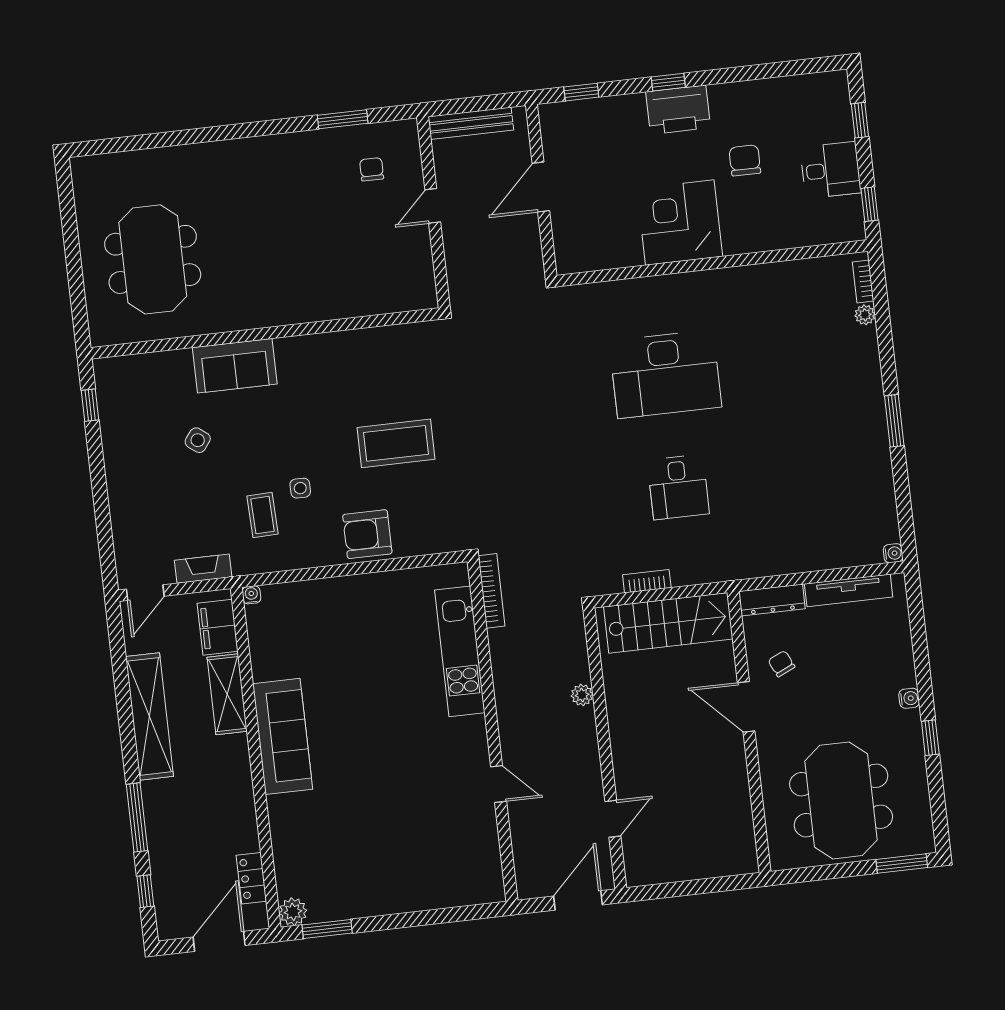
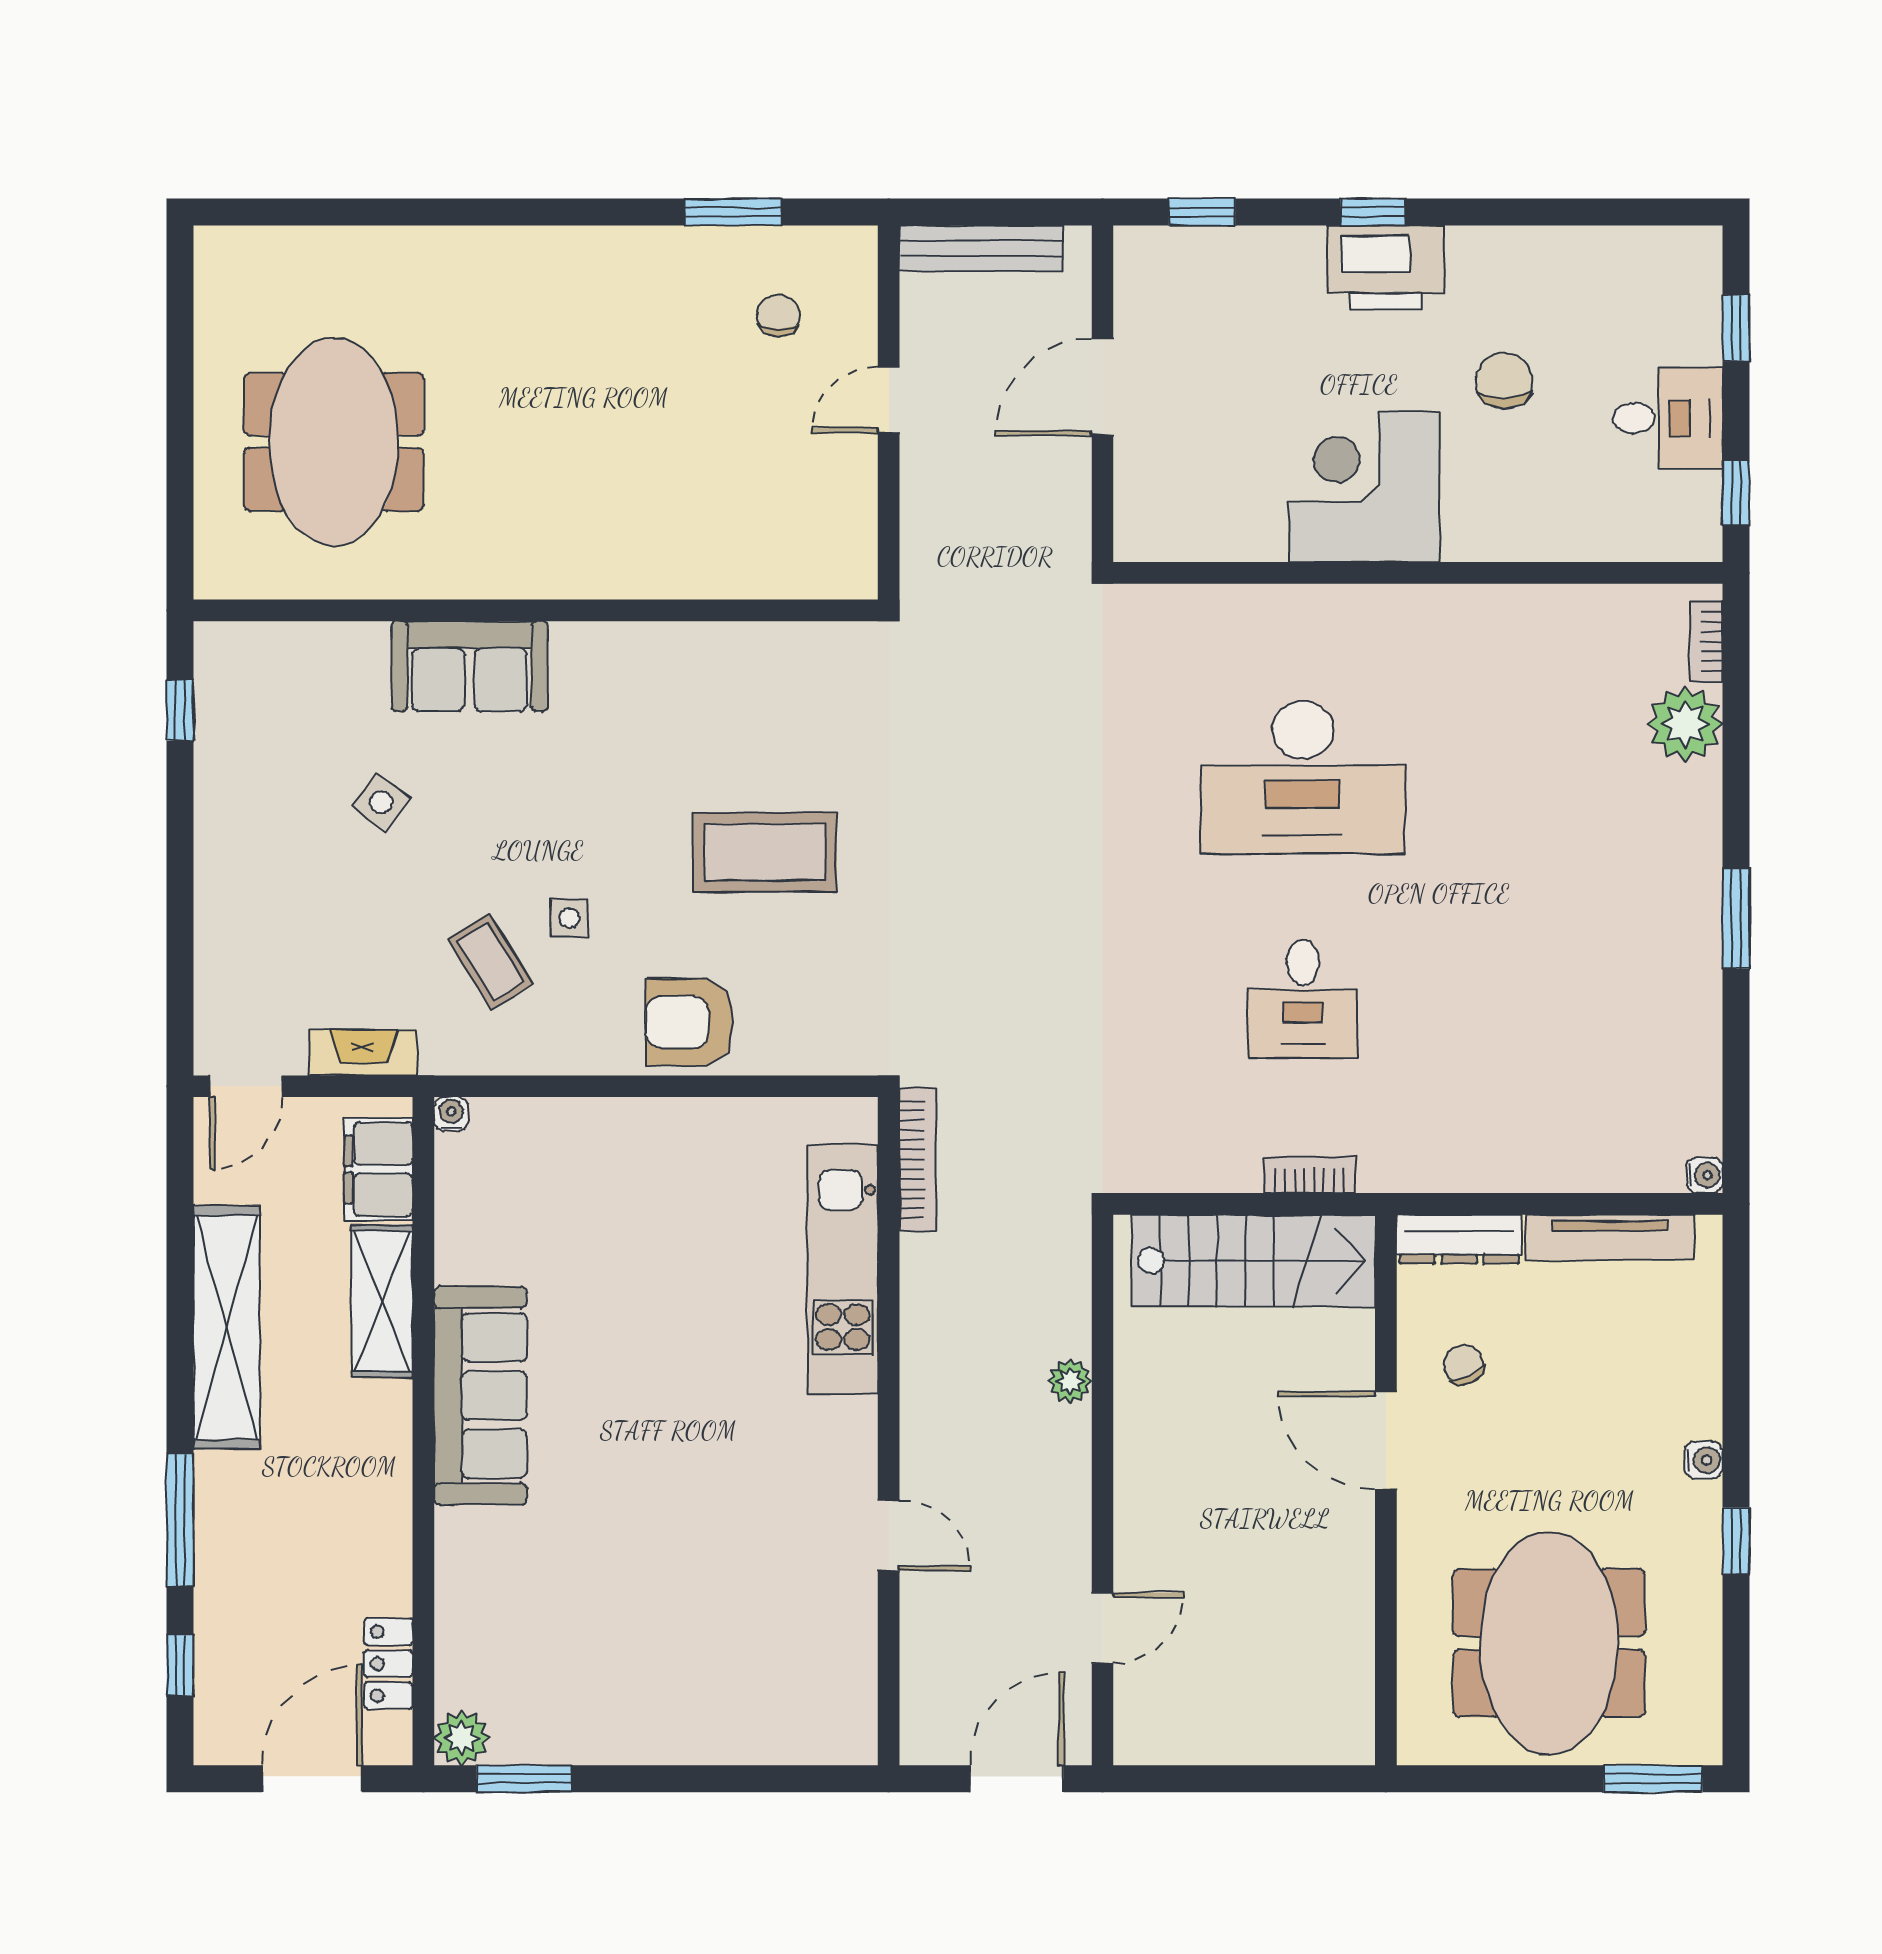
plant: (865, 315) -> (1685, 724), width x1.87, depth x1.87
coffee table: (263, 515) -> (490, 962), turned -30
bookcase: (647, 581) -> (1310, 1175), moved

